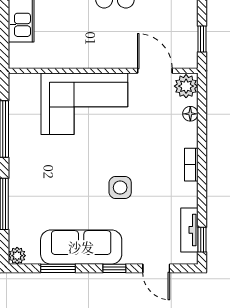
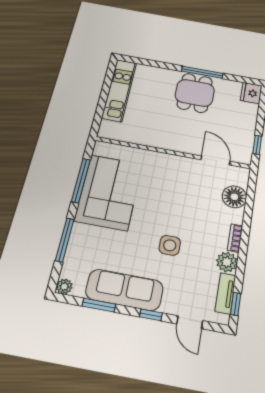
plant: (186, 86) -> (227, 262), moved
corner sofa: (84, 104) -> (109, 192), moved, turned -90
floor lamp: (190, 114) -> (234, 197), width x1.89, depth x1.89

